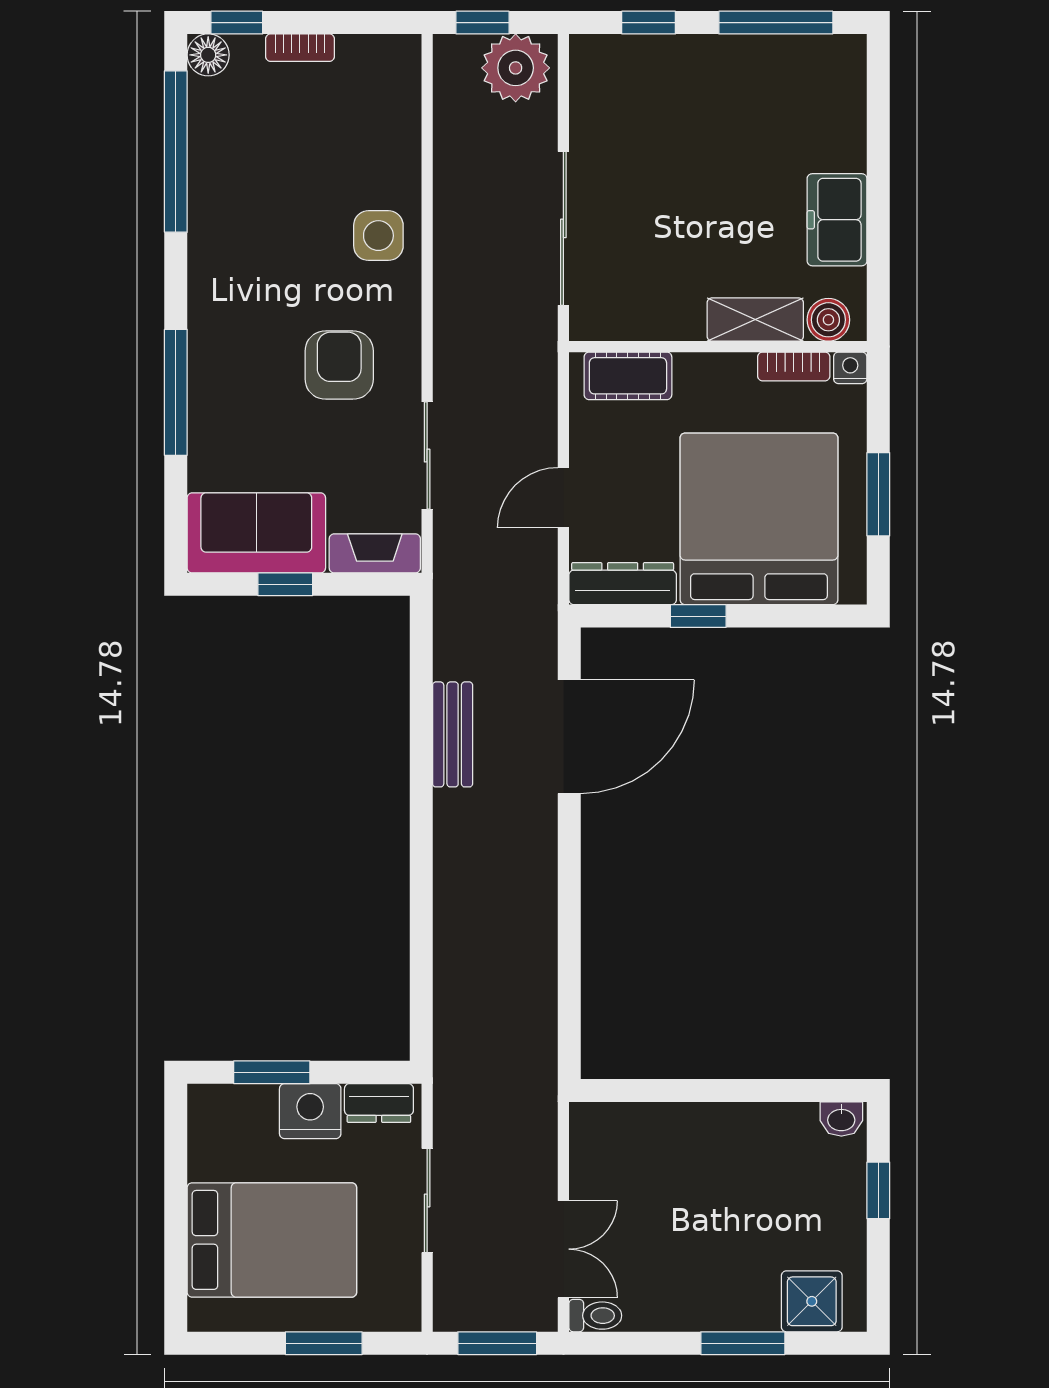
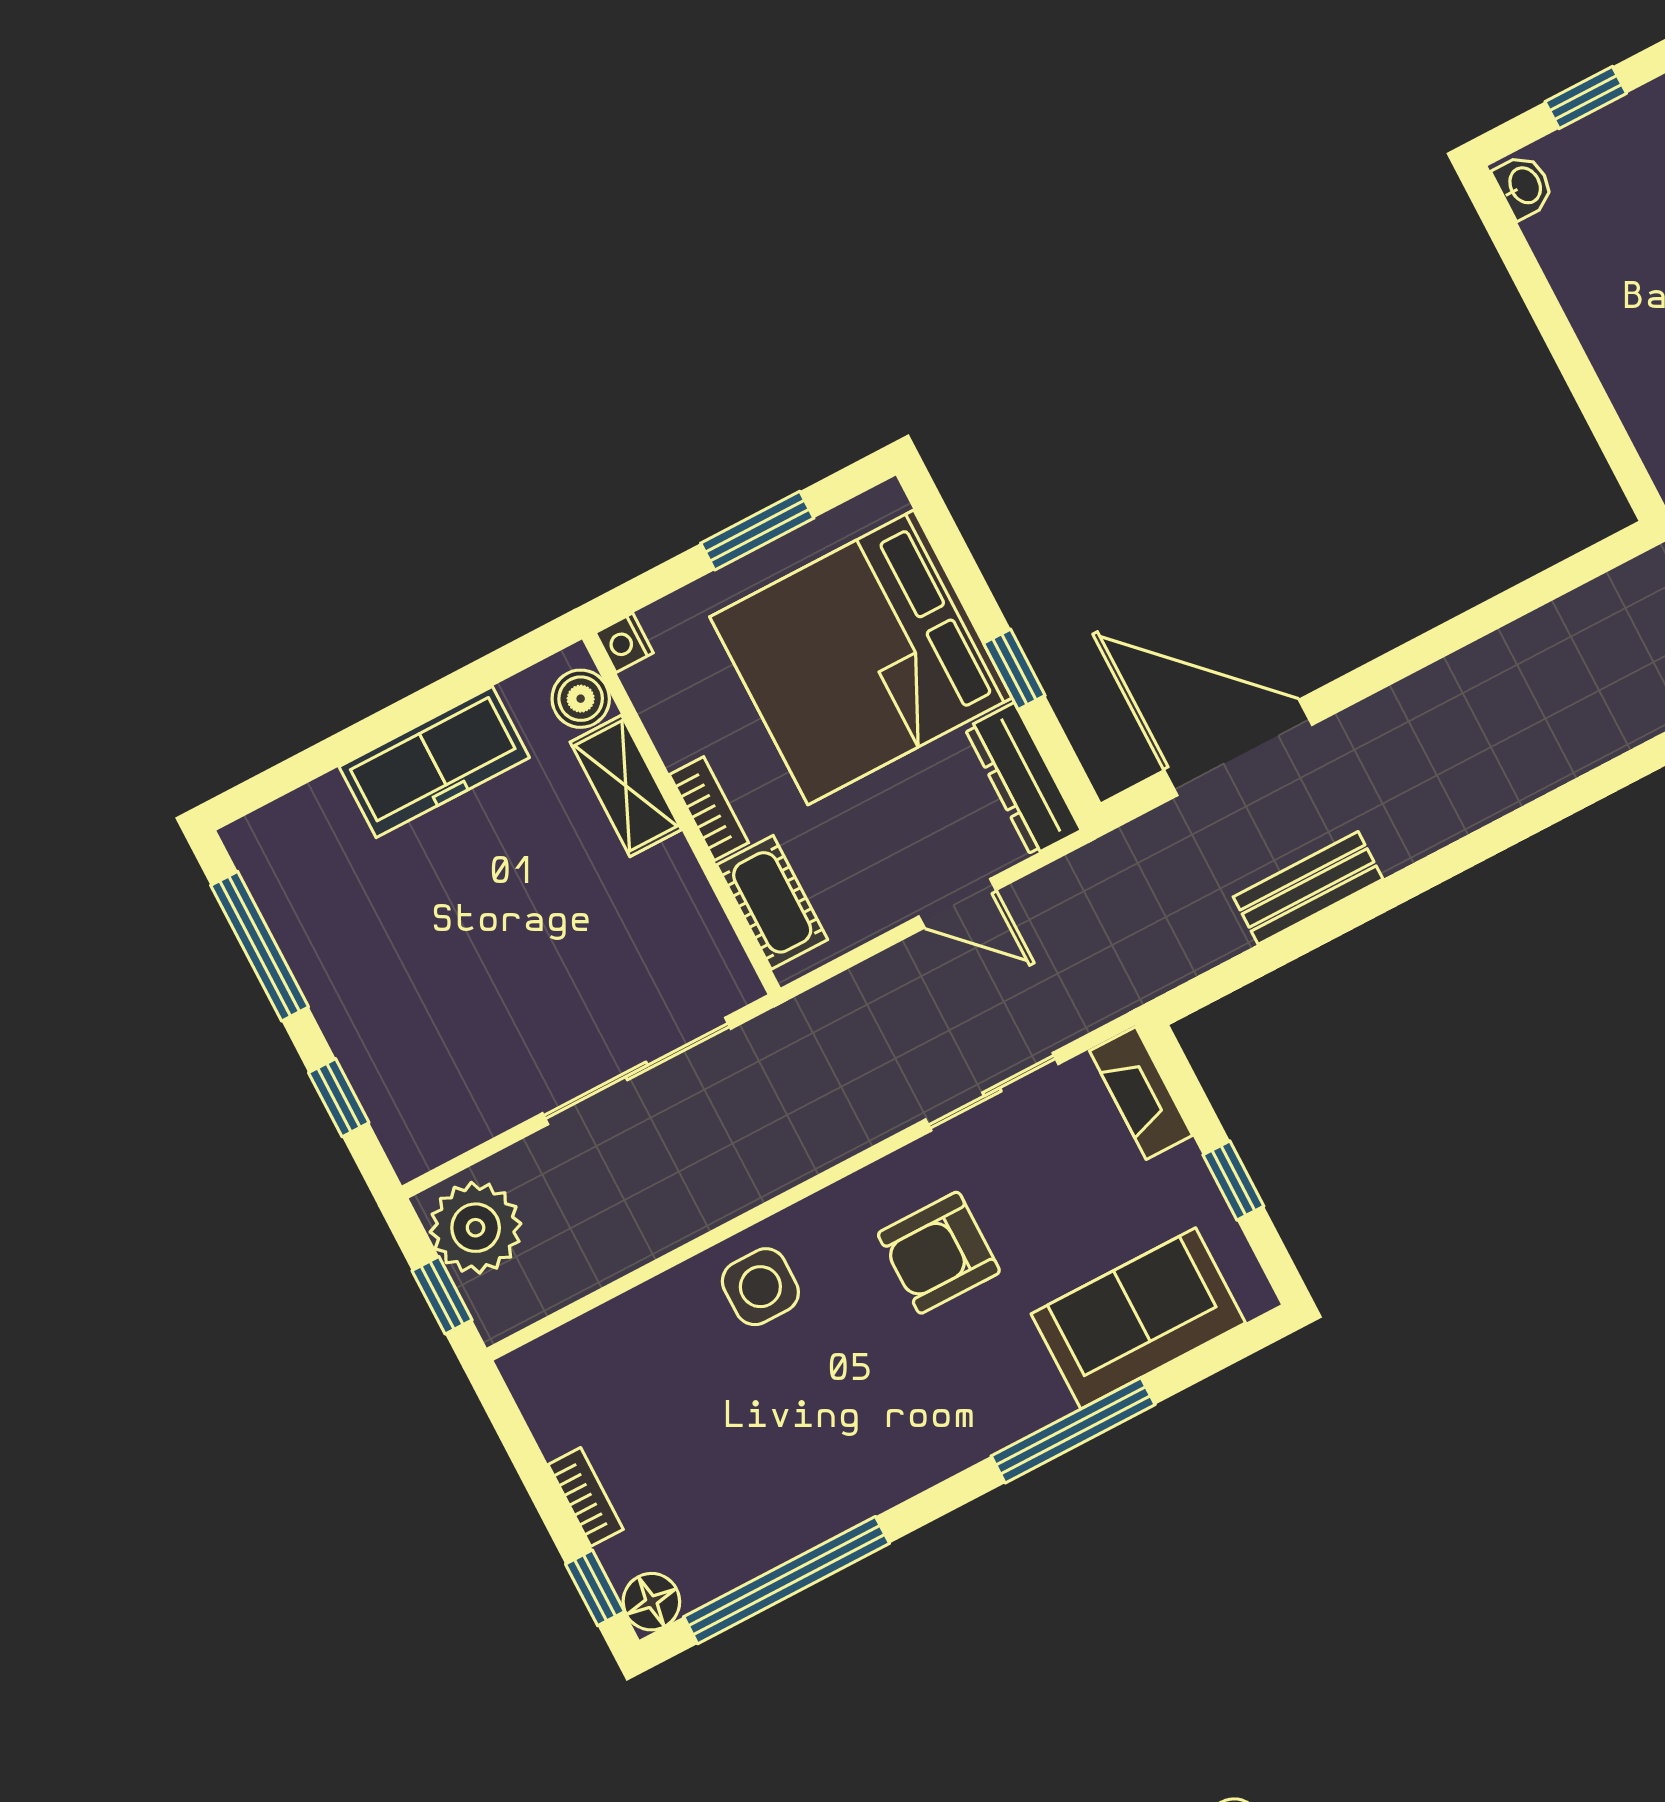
freezer: (837, 220) -> (434, 762), width x1.40
bookcase: (794, 366) -> (709, 809), moved
sofa: (256, 533) -> (1138, 1318), moved, turned 90

